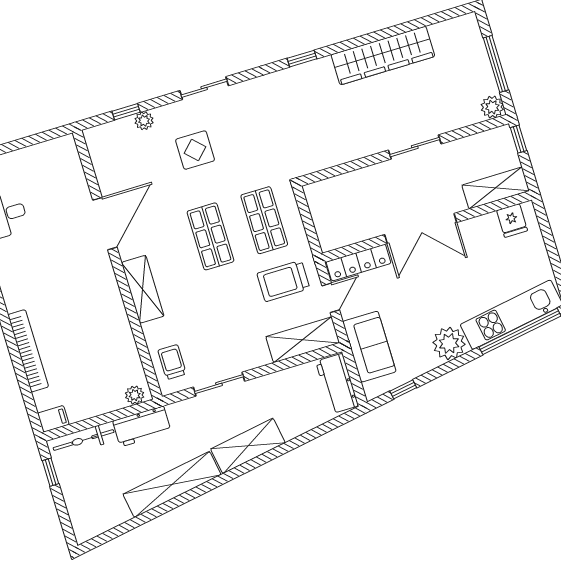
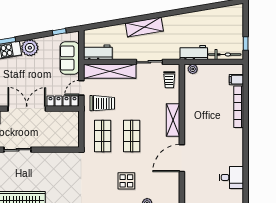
shelving: (303, 340) -> (110, 71), width x1.47
workbench: (337, 384) -> (98, 52), moved, turned -90
filing cabinet: (53, 419) -> (236, 80), moved
shelving: (172, 484) -> (188, 19), removed

